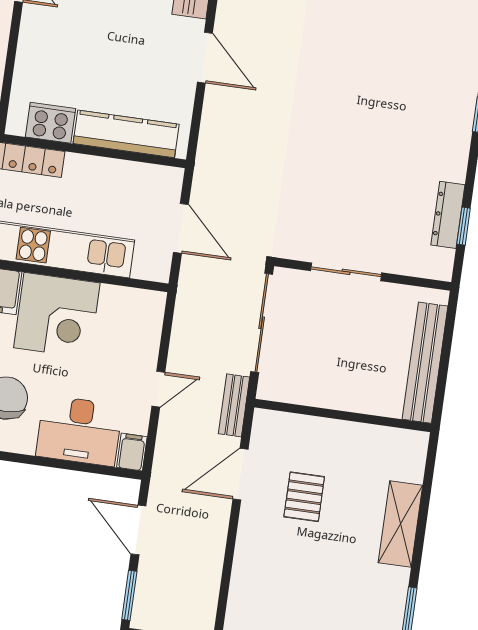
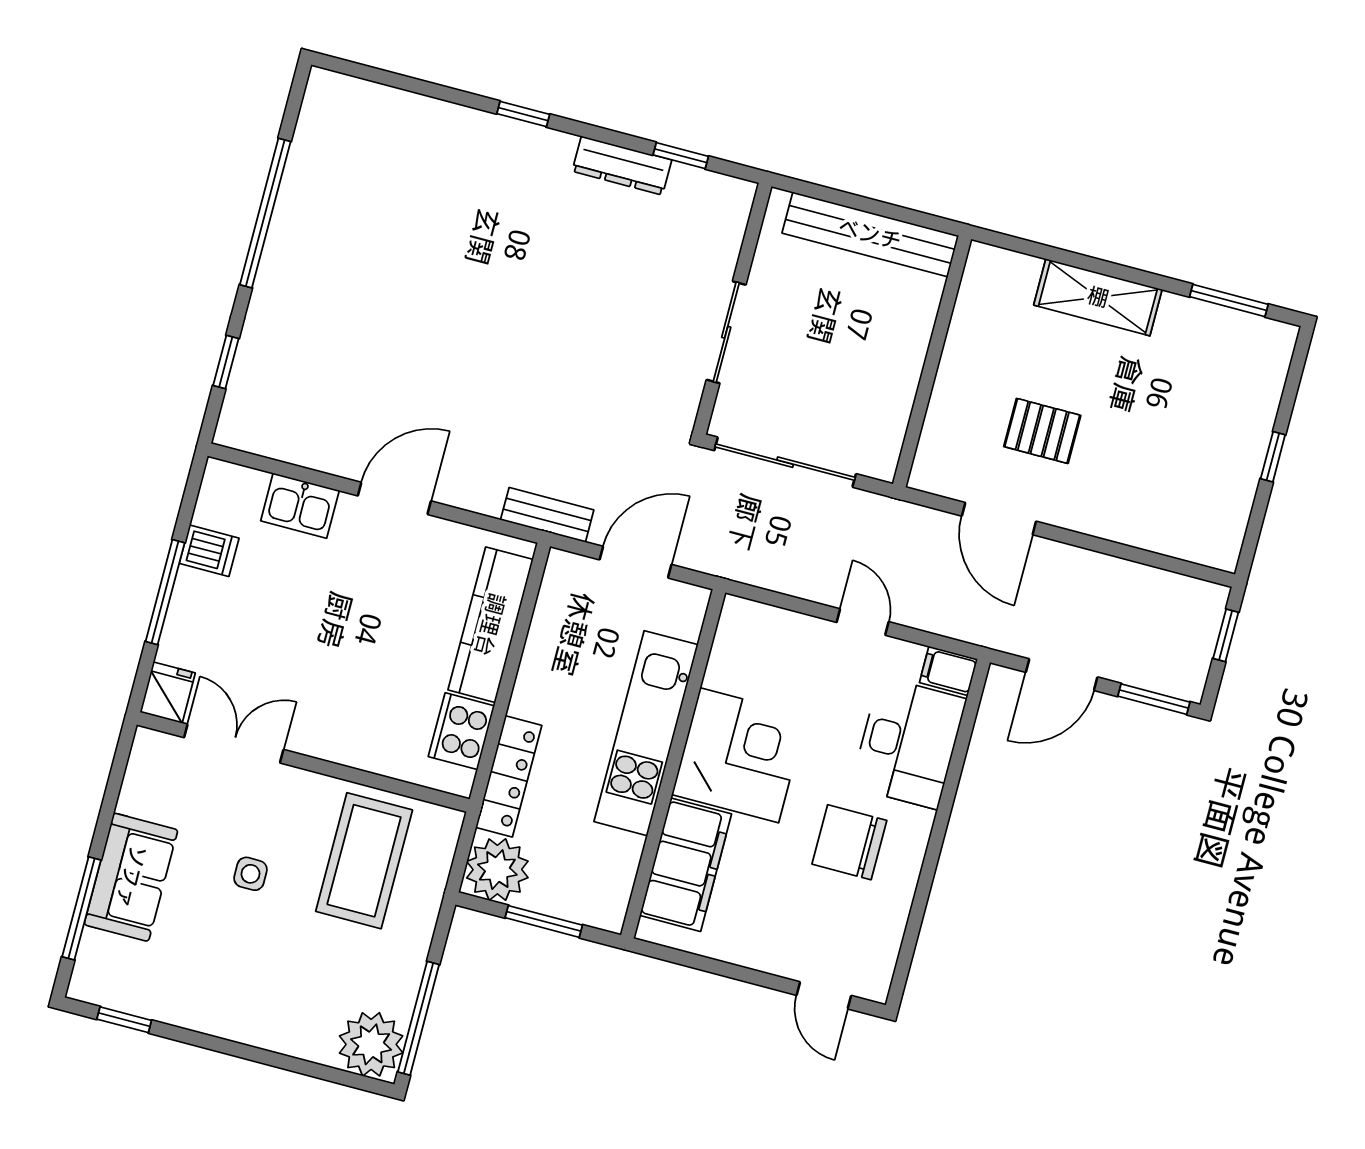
dresser: (448, 215) -> (622, 166), moved
bench: (234, 405) -> (547, 515), moved

